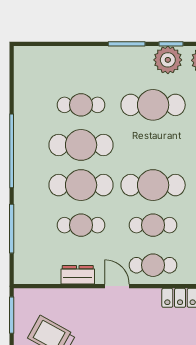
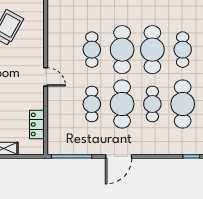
cafe table: (153, 265) -> (152, 104), moved
dresser: (78, 275) -> (54, 47), removed
door: (117, 286) -> (46, 77), hinge flipped

